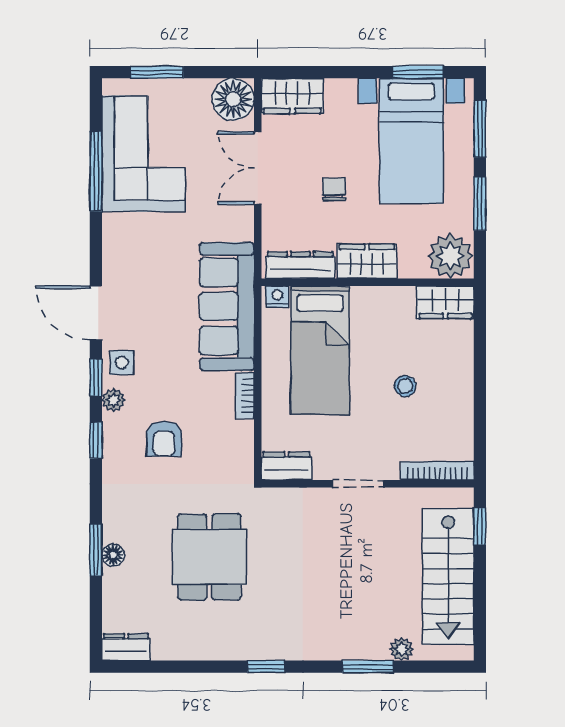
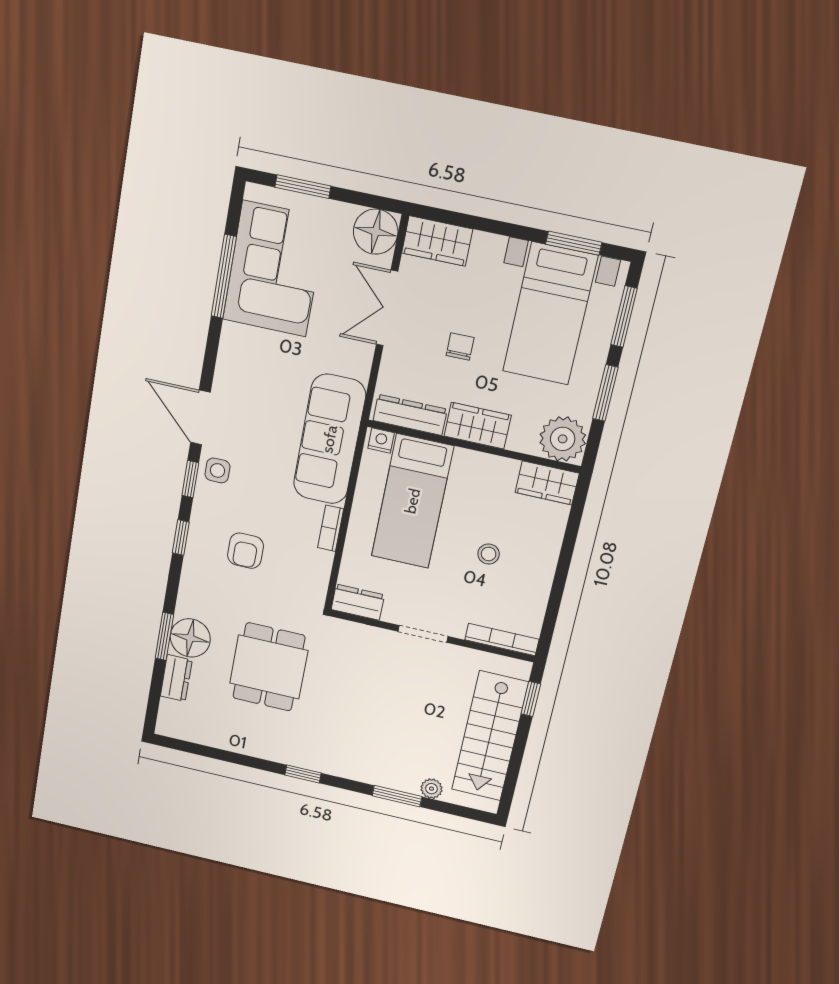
plant: (113, 400) -> (204, 504), removed
floor lamp: (113, 555) -> (190, 638), width x1.89, depth x1.89
dresser: (126, 647) -> (176, 678), moved, turned 90

